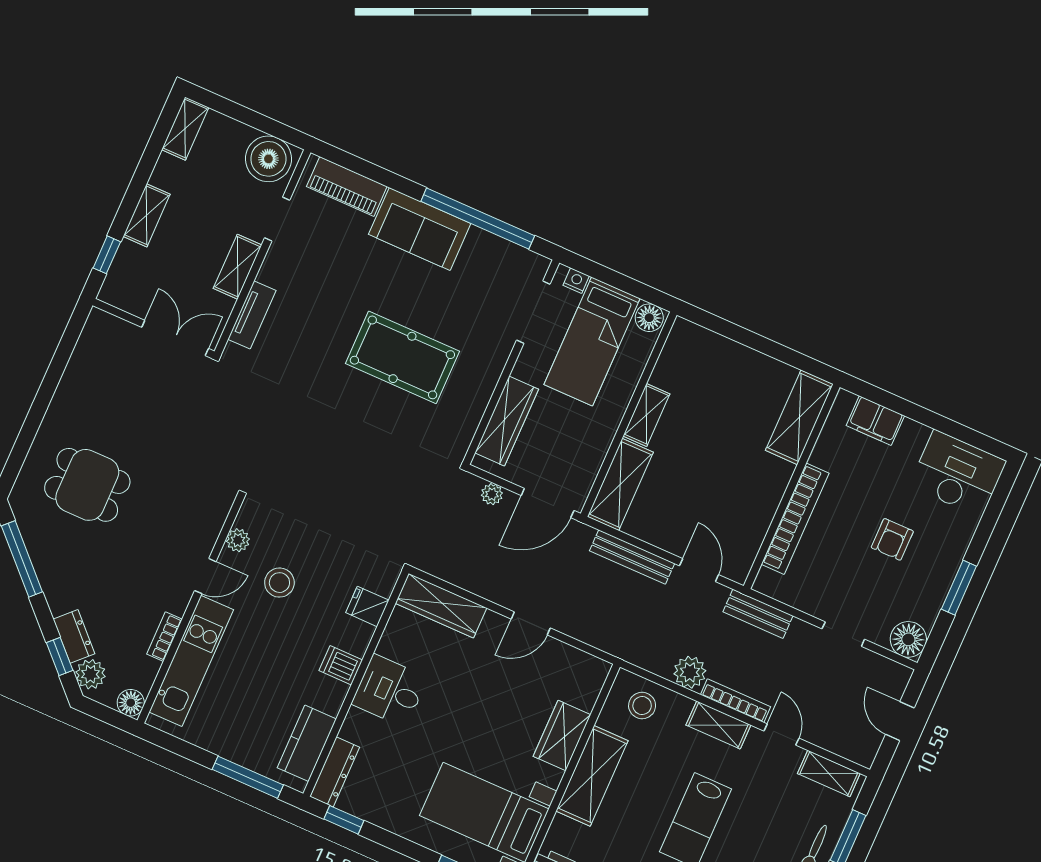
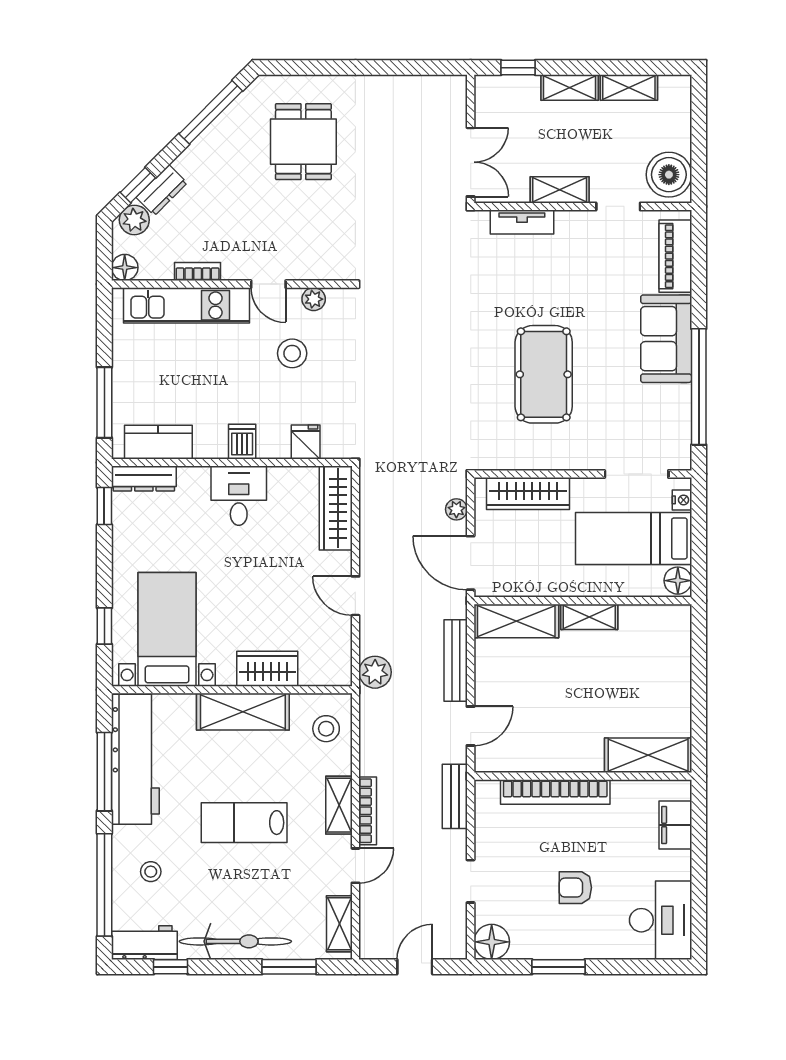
shelving: (185, 129) -> (629, 88), moved
plant: (690, 672) -> (375, 672), moved

